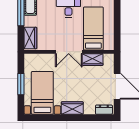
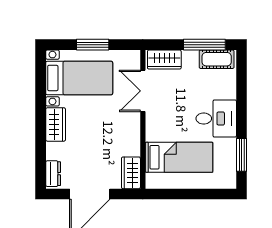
double door: (69, 52) -> (143, 91), moved
wardrobe: (92, 60) -> (131, 173), moved

